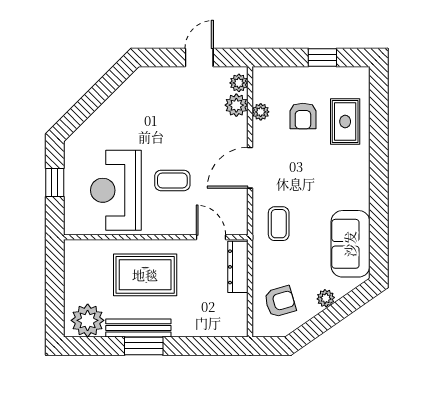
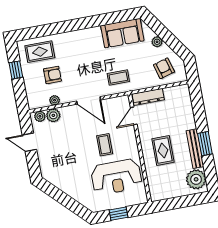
rug: (345, 121) -> (40, 52), moved
rug: (145, 275) -> (163, 150), width x0.73, depth x0.70

